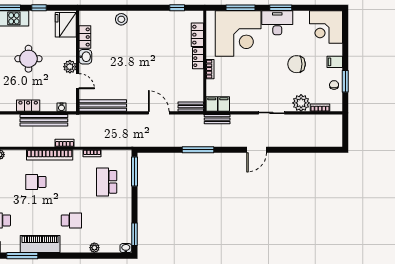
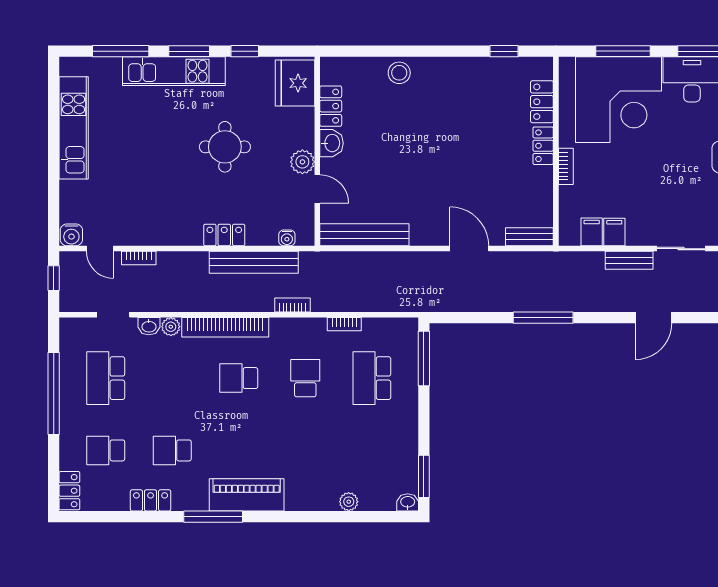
filing cabinet: (212, 104) -> (614, 232), moved
bench: (217, 119) -> (629, 260), moved
bookcase: (50, 155) -> (225, 327), moved
school desk: (71, 220) -> (305, 378), moved, turned -90

